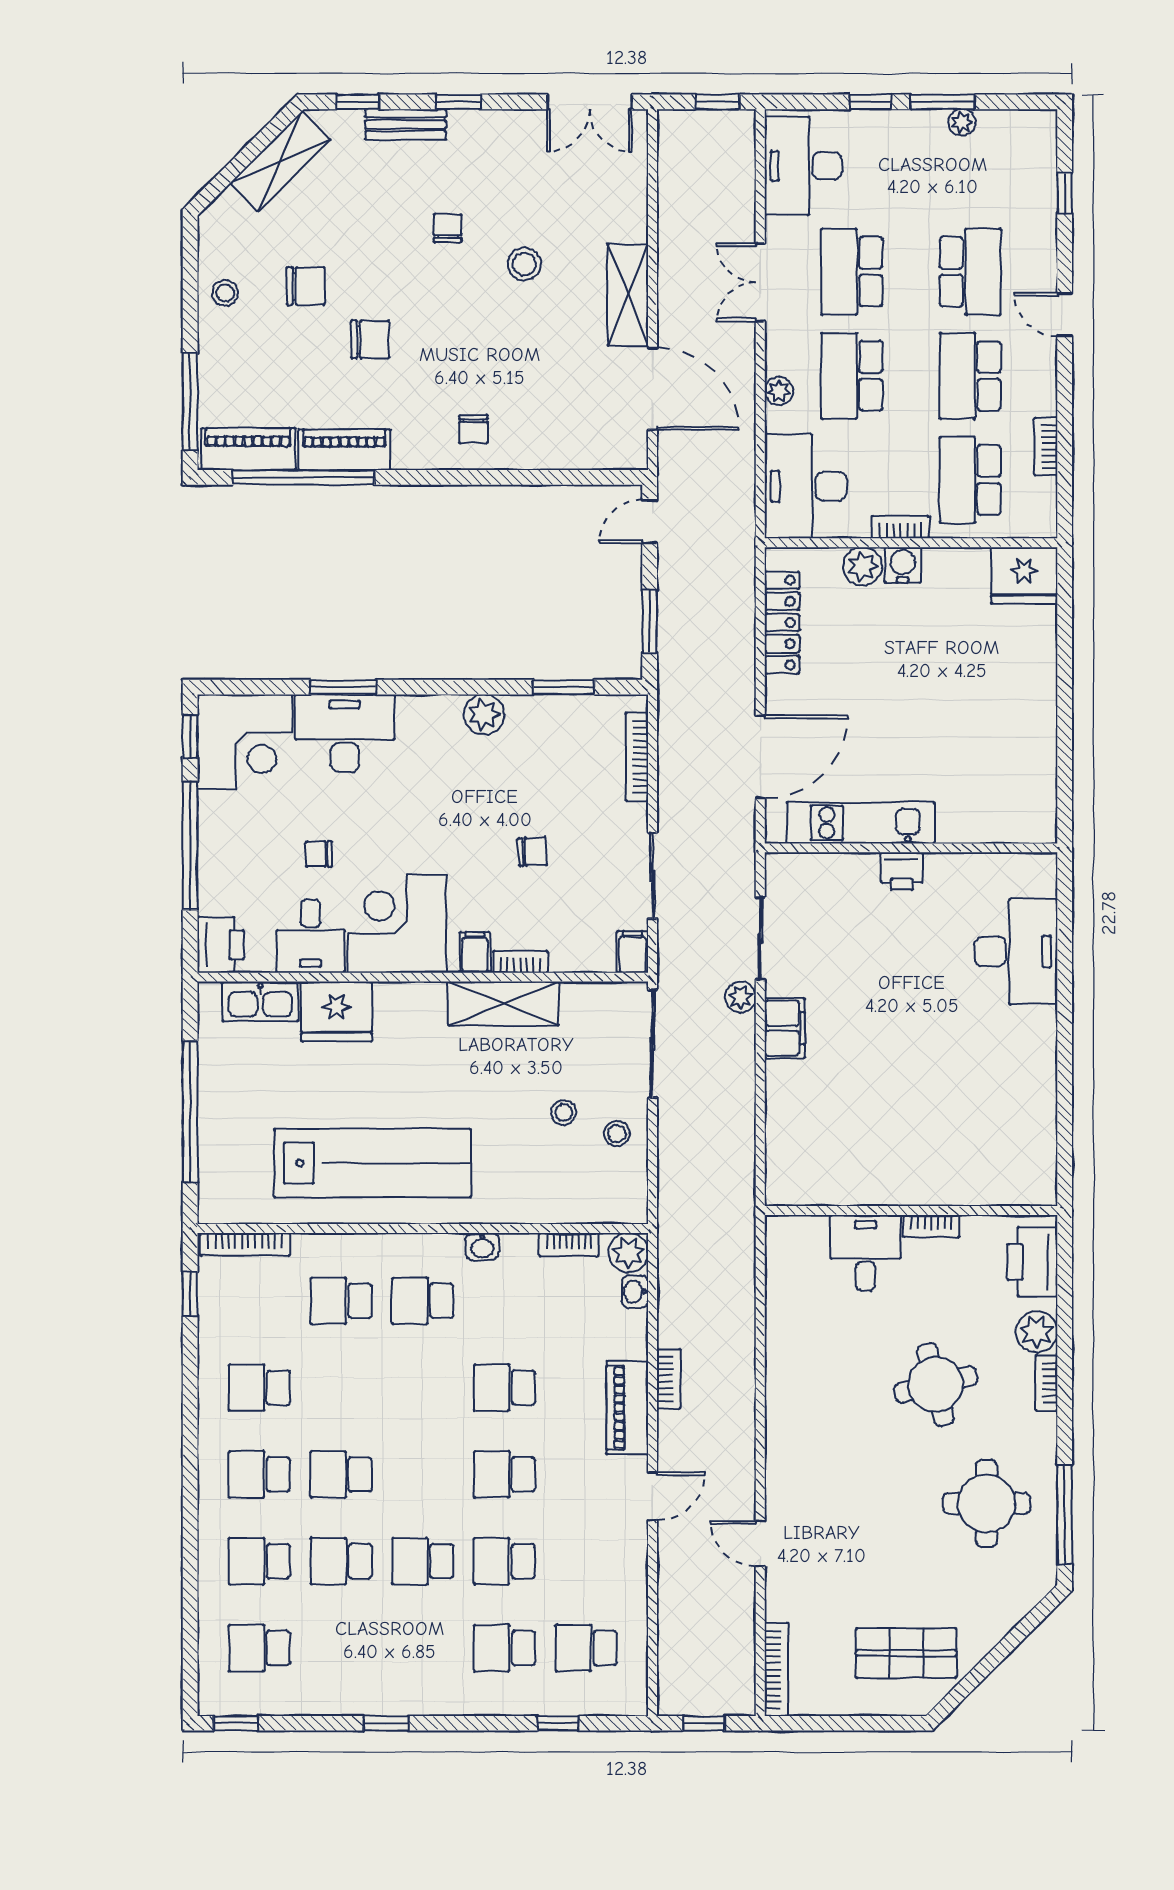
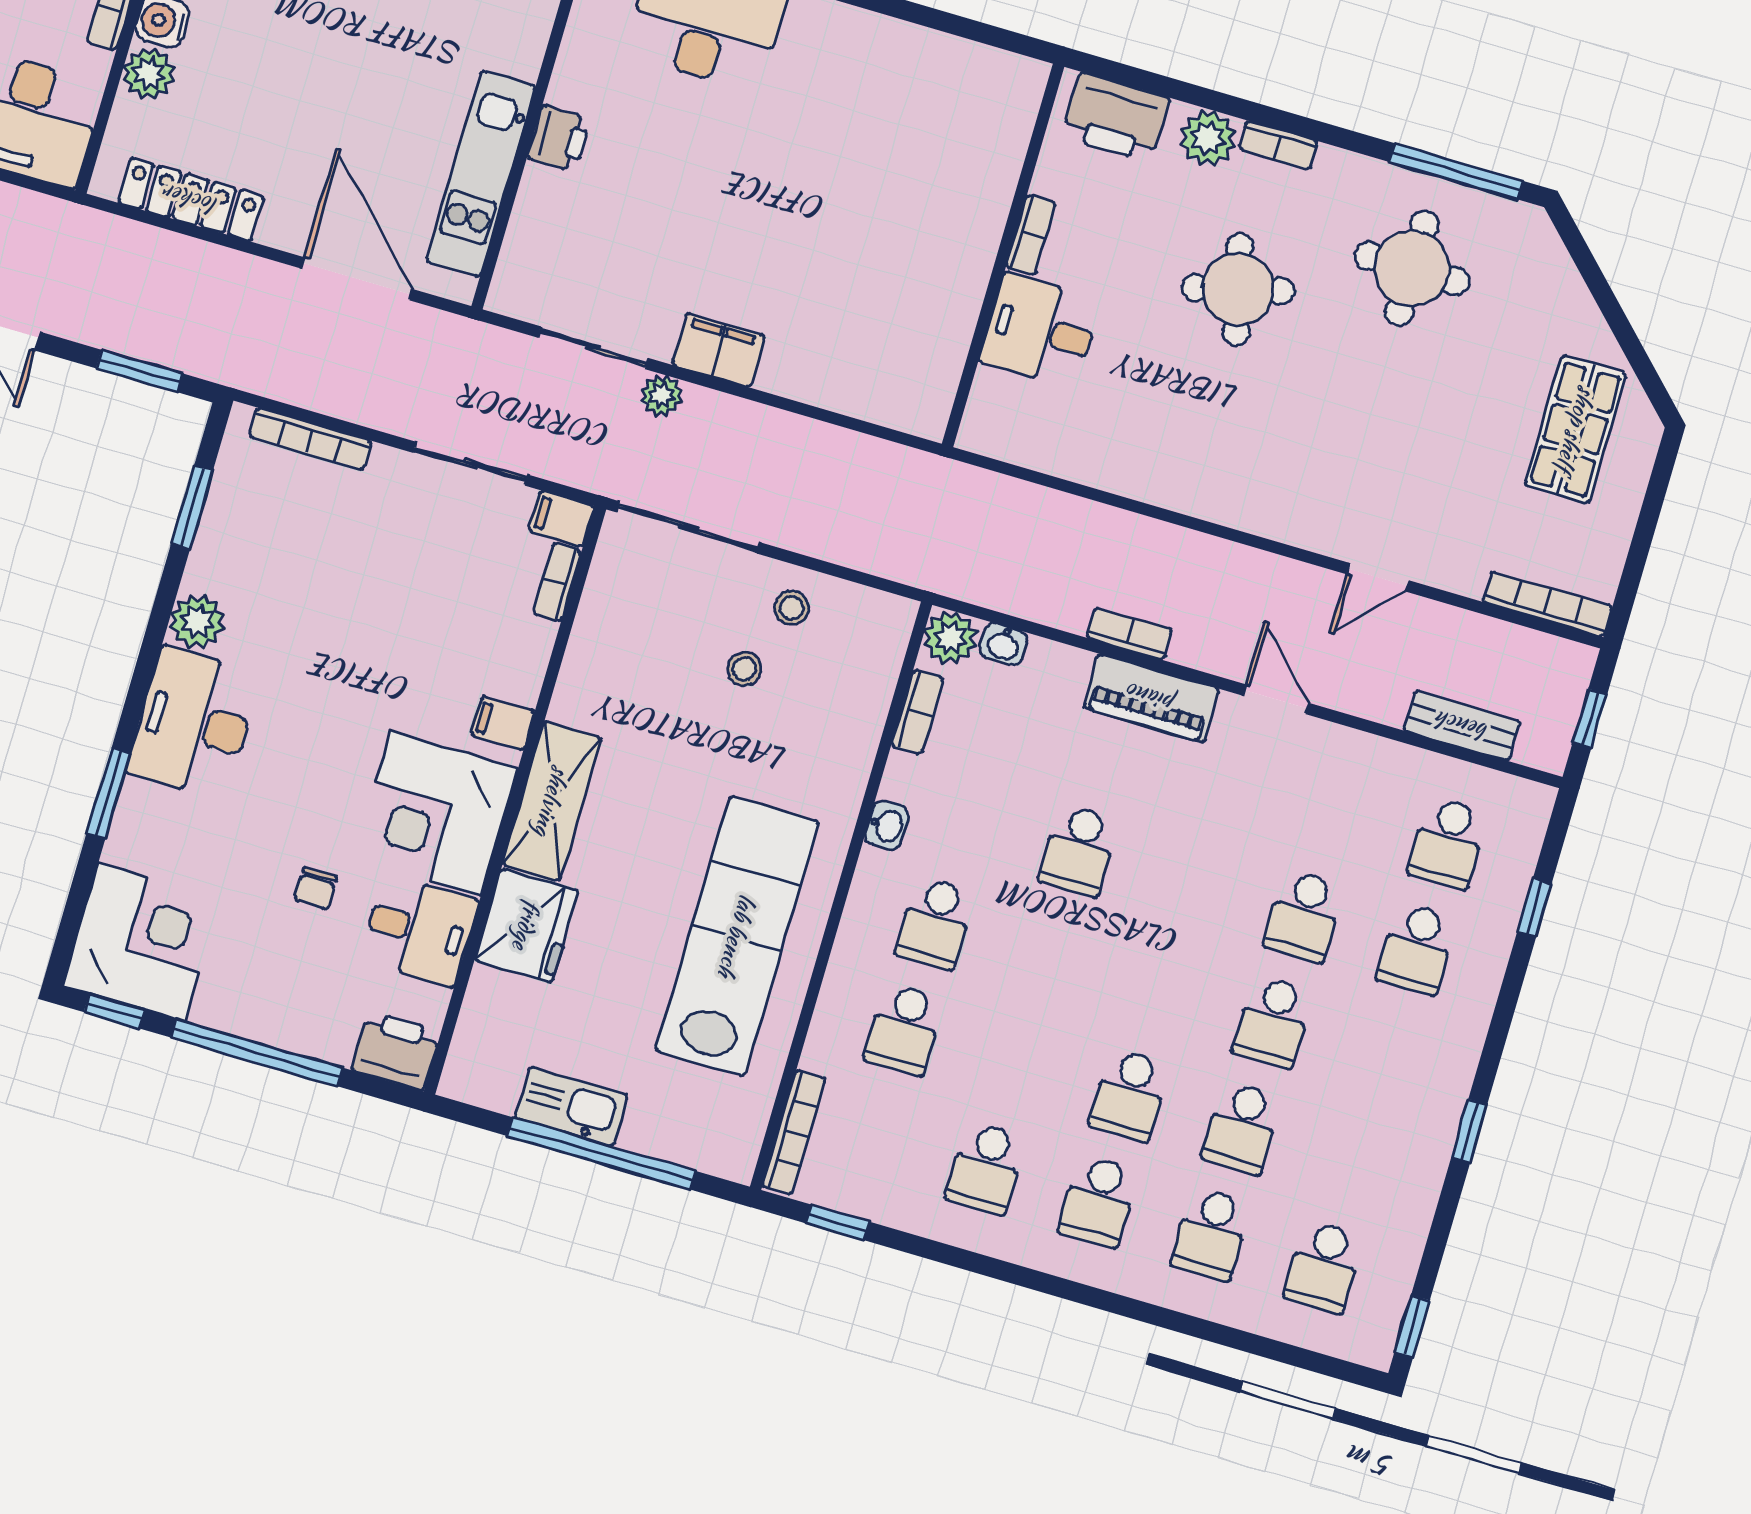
desk: (345, 733) -> (194, 723), moved
chair: (532, 852) -> (394, 611), removed
bookcase: (520, 962) -> (557, 582), moved
kitchen sink: (260, 1001) -> (571, 1106), moved, turned -90
shelving: (504, 1004) -> (552, 801), moved
school desk: (504, 1474) -> (1191, 883), removed
bench: (672, 1634) -> (1462, 726), added

